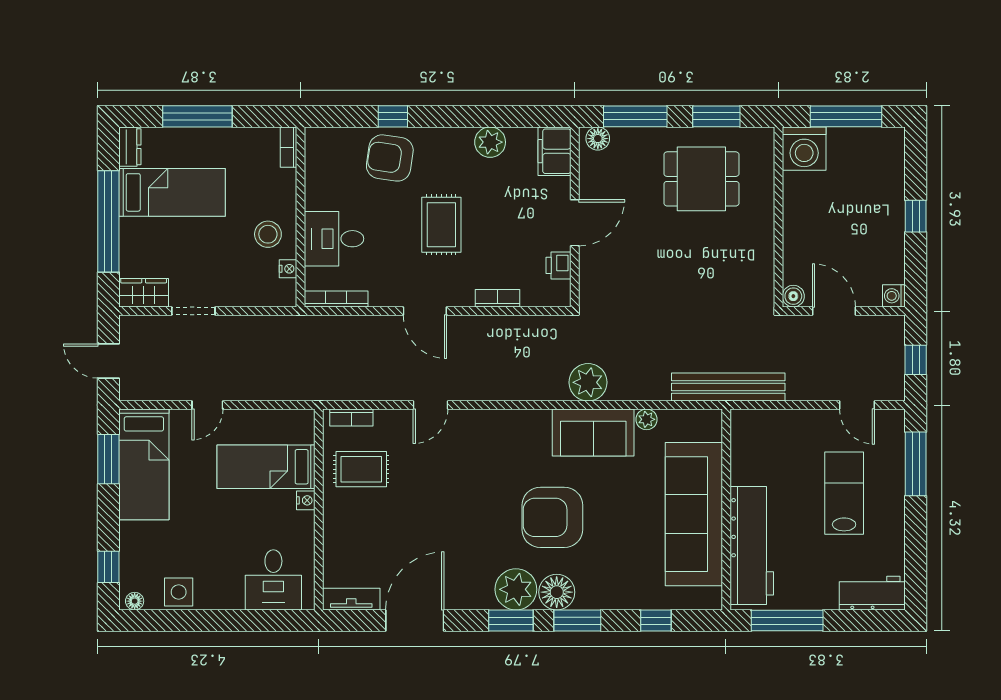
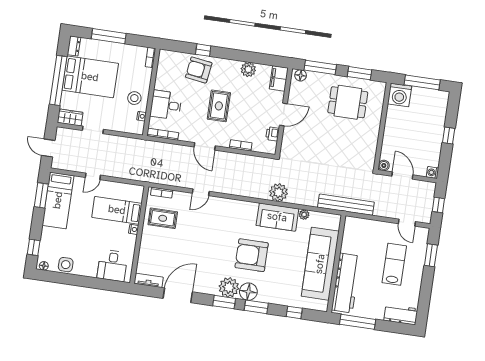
bed: (172, 192) -> (90, 77), width x1.50
window: (916, 464) -> (431, 255), width x0.69

